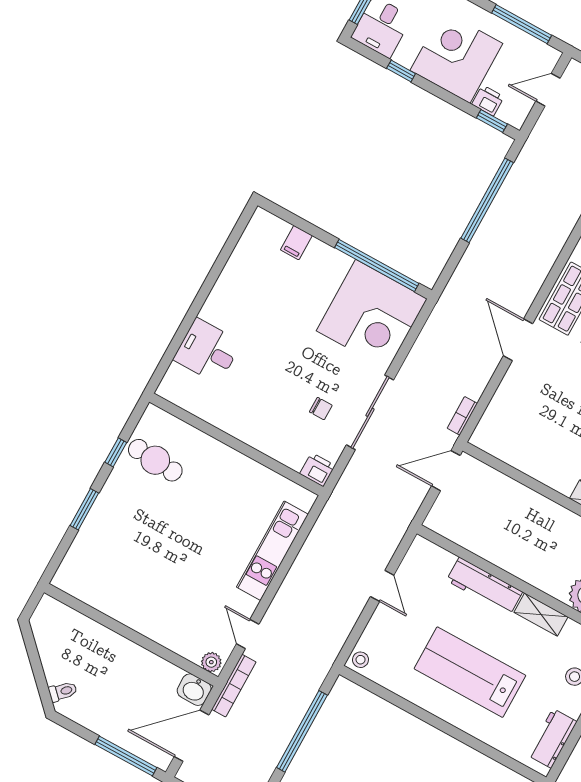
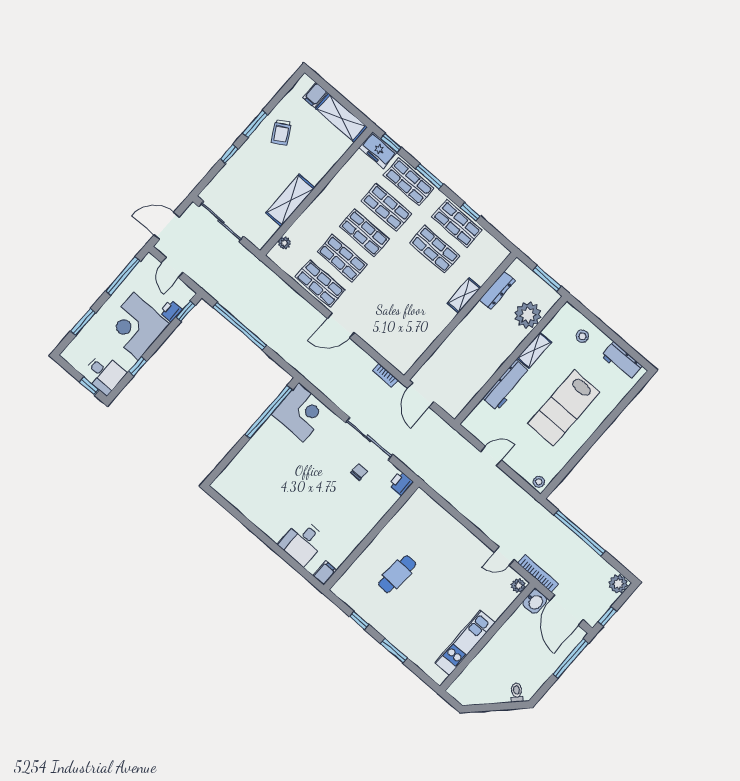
filing cabinet: (296, 243) -> (325, 573), moved, turned -90
corner desk: (372, 315) -> (301, 412), width x0.74, depth x0.74
cafe table: (155, 460) -> (397, 574), moved
kitchen unit: (272, 551) -> (465, 643), moved, turned 90

